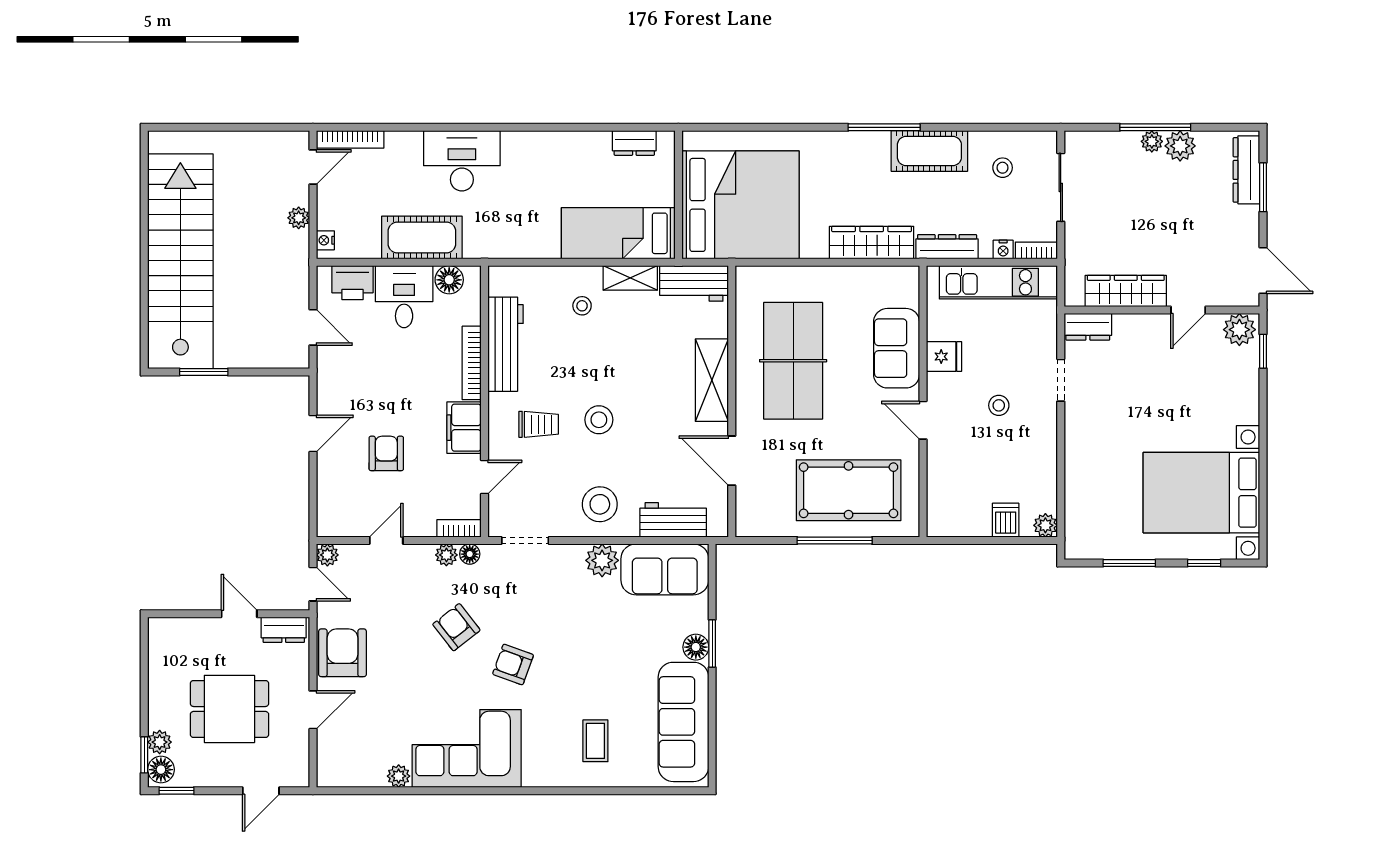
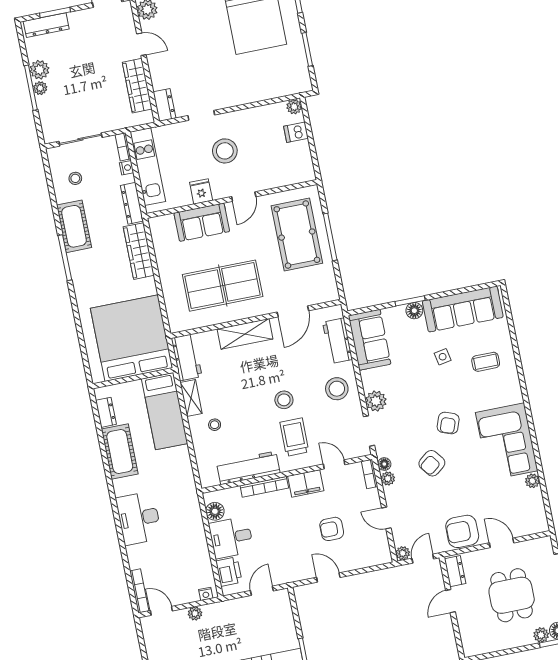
cot: (422, 237) -> (120, 452), moved
stool: (999, 405) -> (225, 151), width x1.89, depth x1.89
trolley: (539, 424) -> (294, 437), width x1.36, depth x1.39
plant: (602, 560) -> (376, 401), moved
side table: (616, 676) -> (443, 357), added

